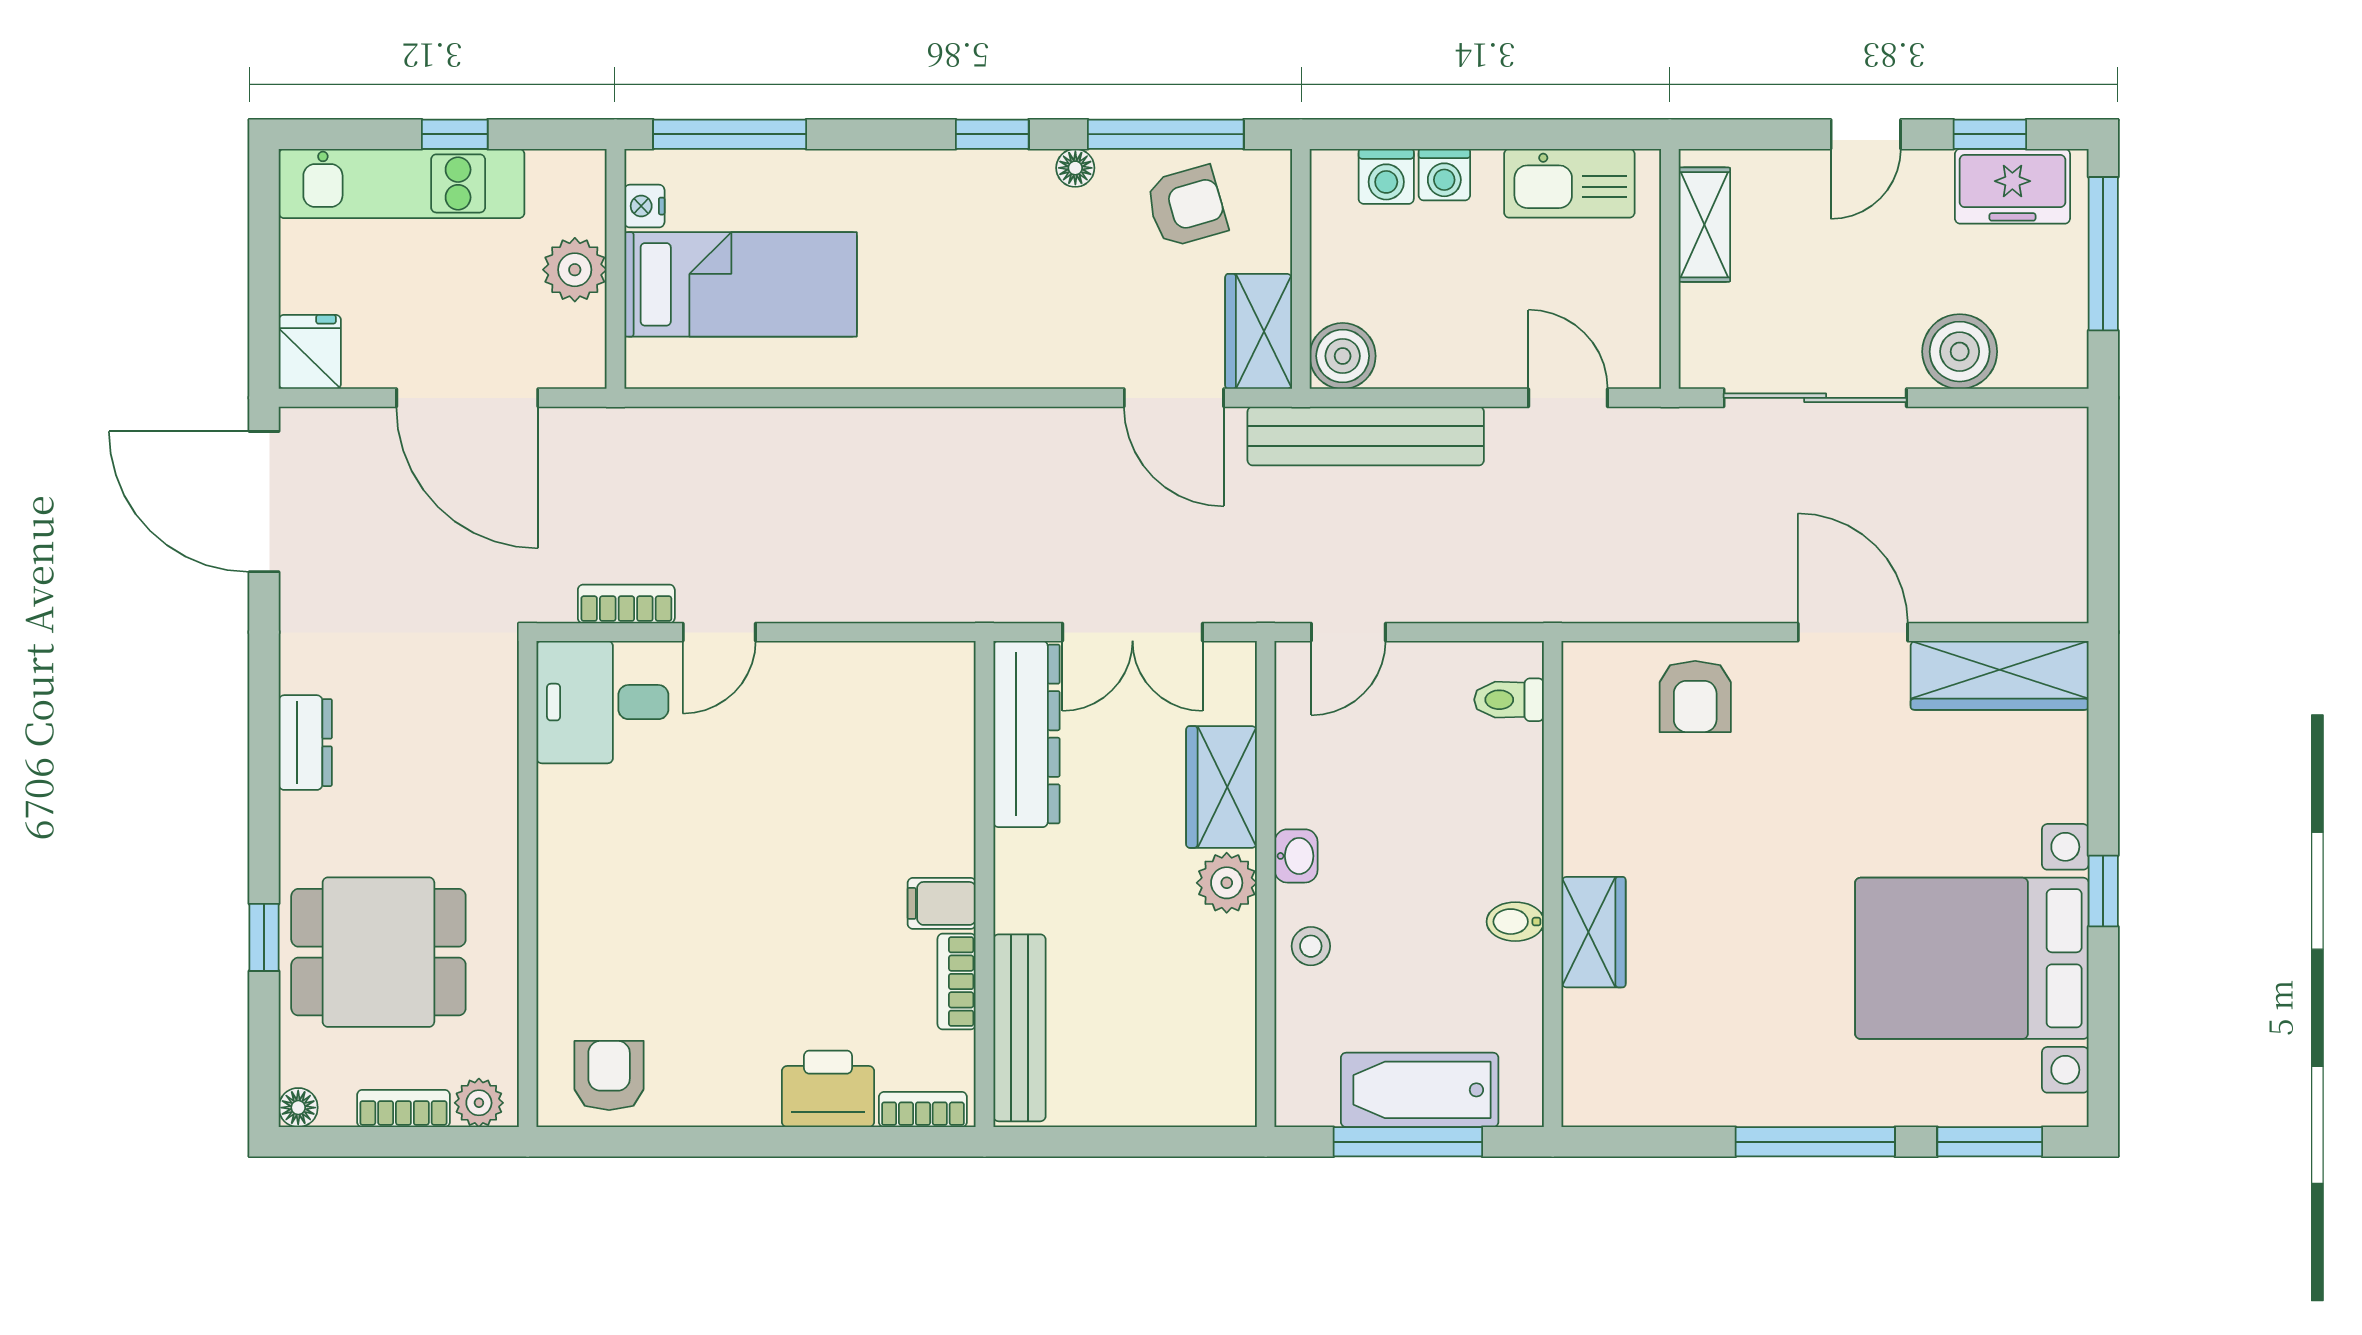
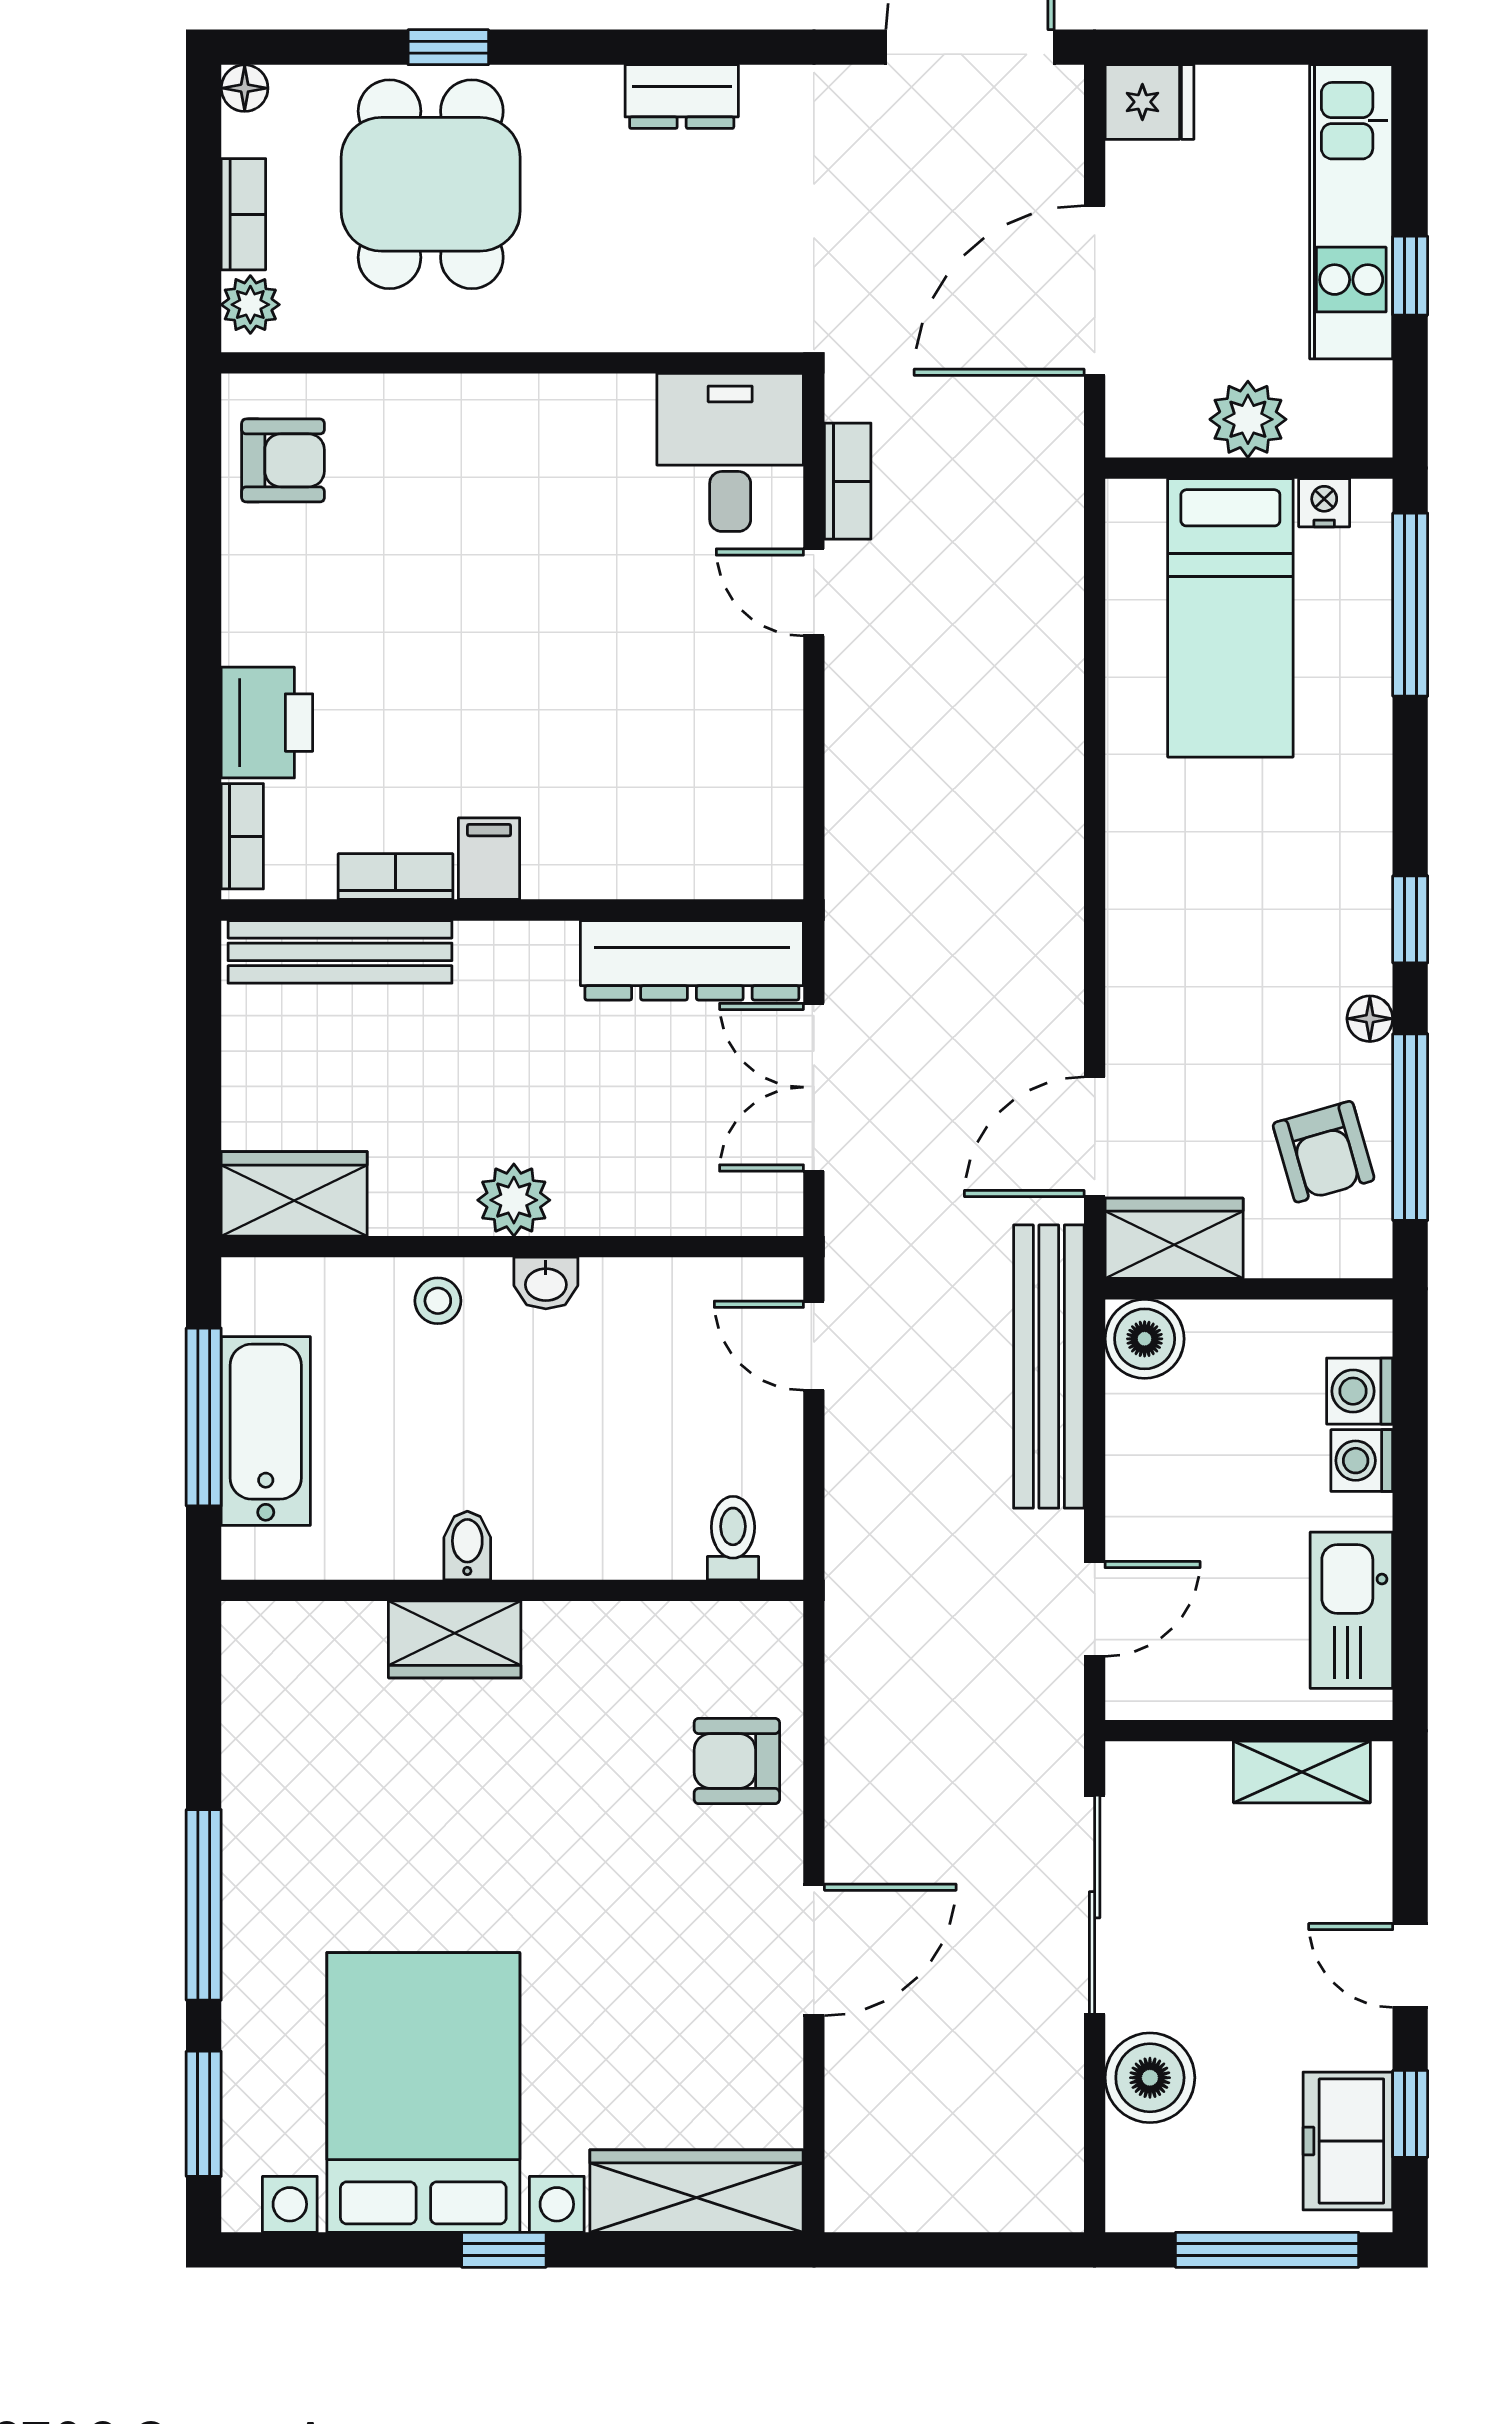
wardrobe: (2000, 675) -> (696, 2191), moved, turned 90
wardrobe: (1222, 787) -> (294, 1194), moved

